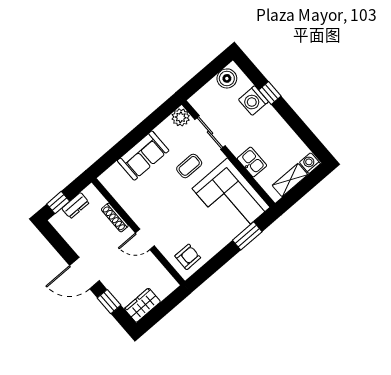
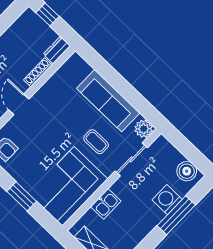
window: (270, 93) -> (176, 215), width x2.17
sofa: (143, 156) -> (108, 101), width x1.36
dresser: (76, 206) -> (57, 50), moved, turned 90
window: (247, 236) -> (22, 196), moved

